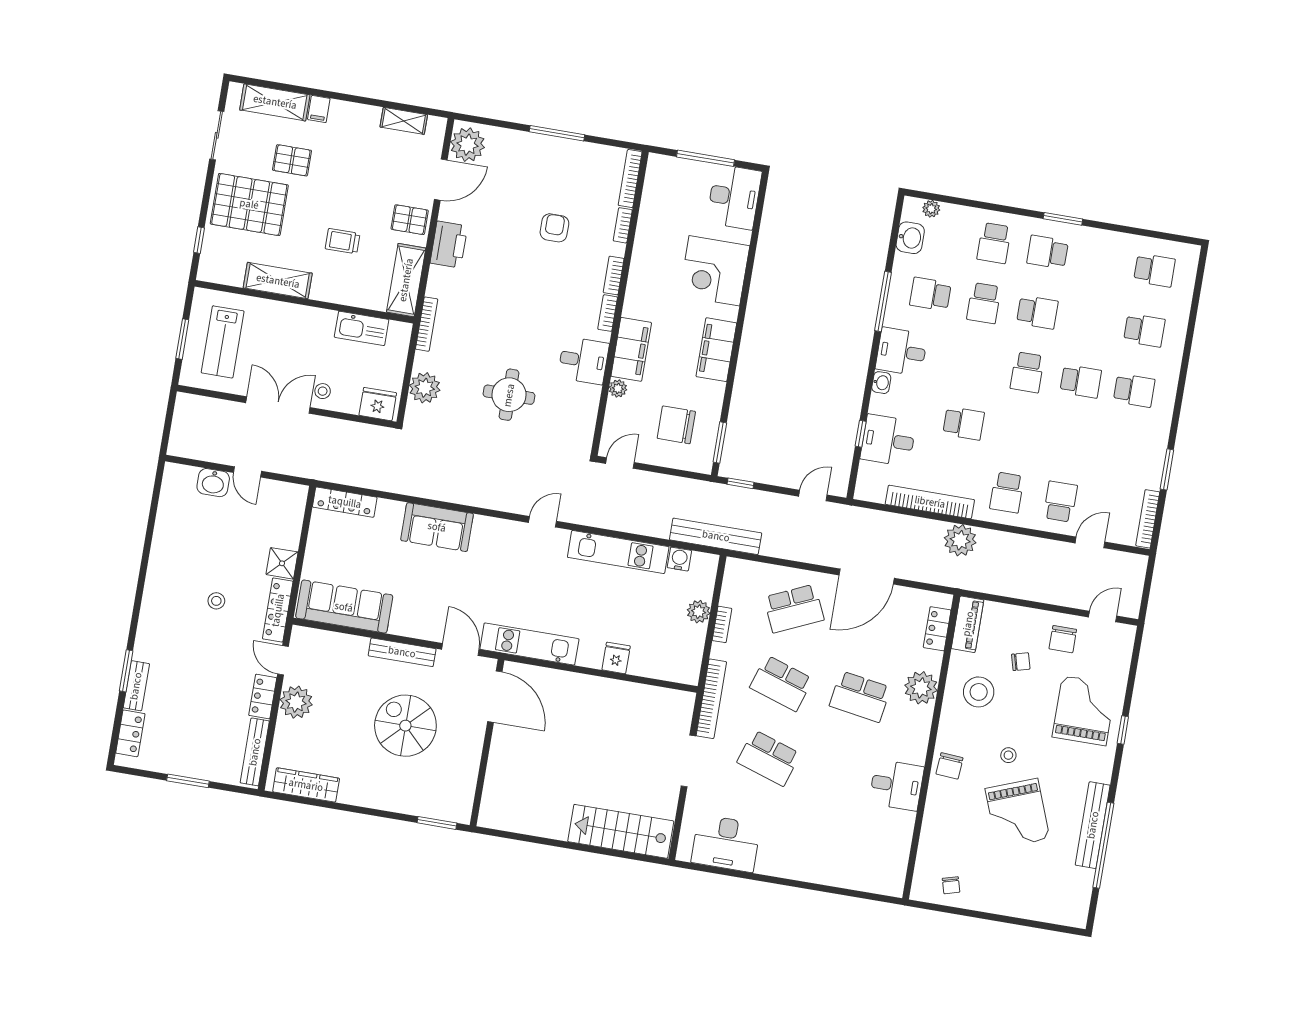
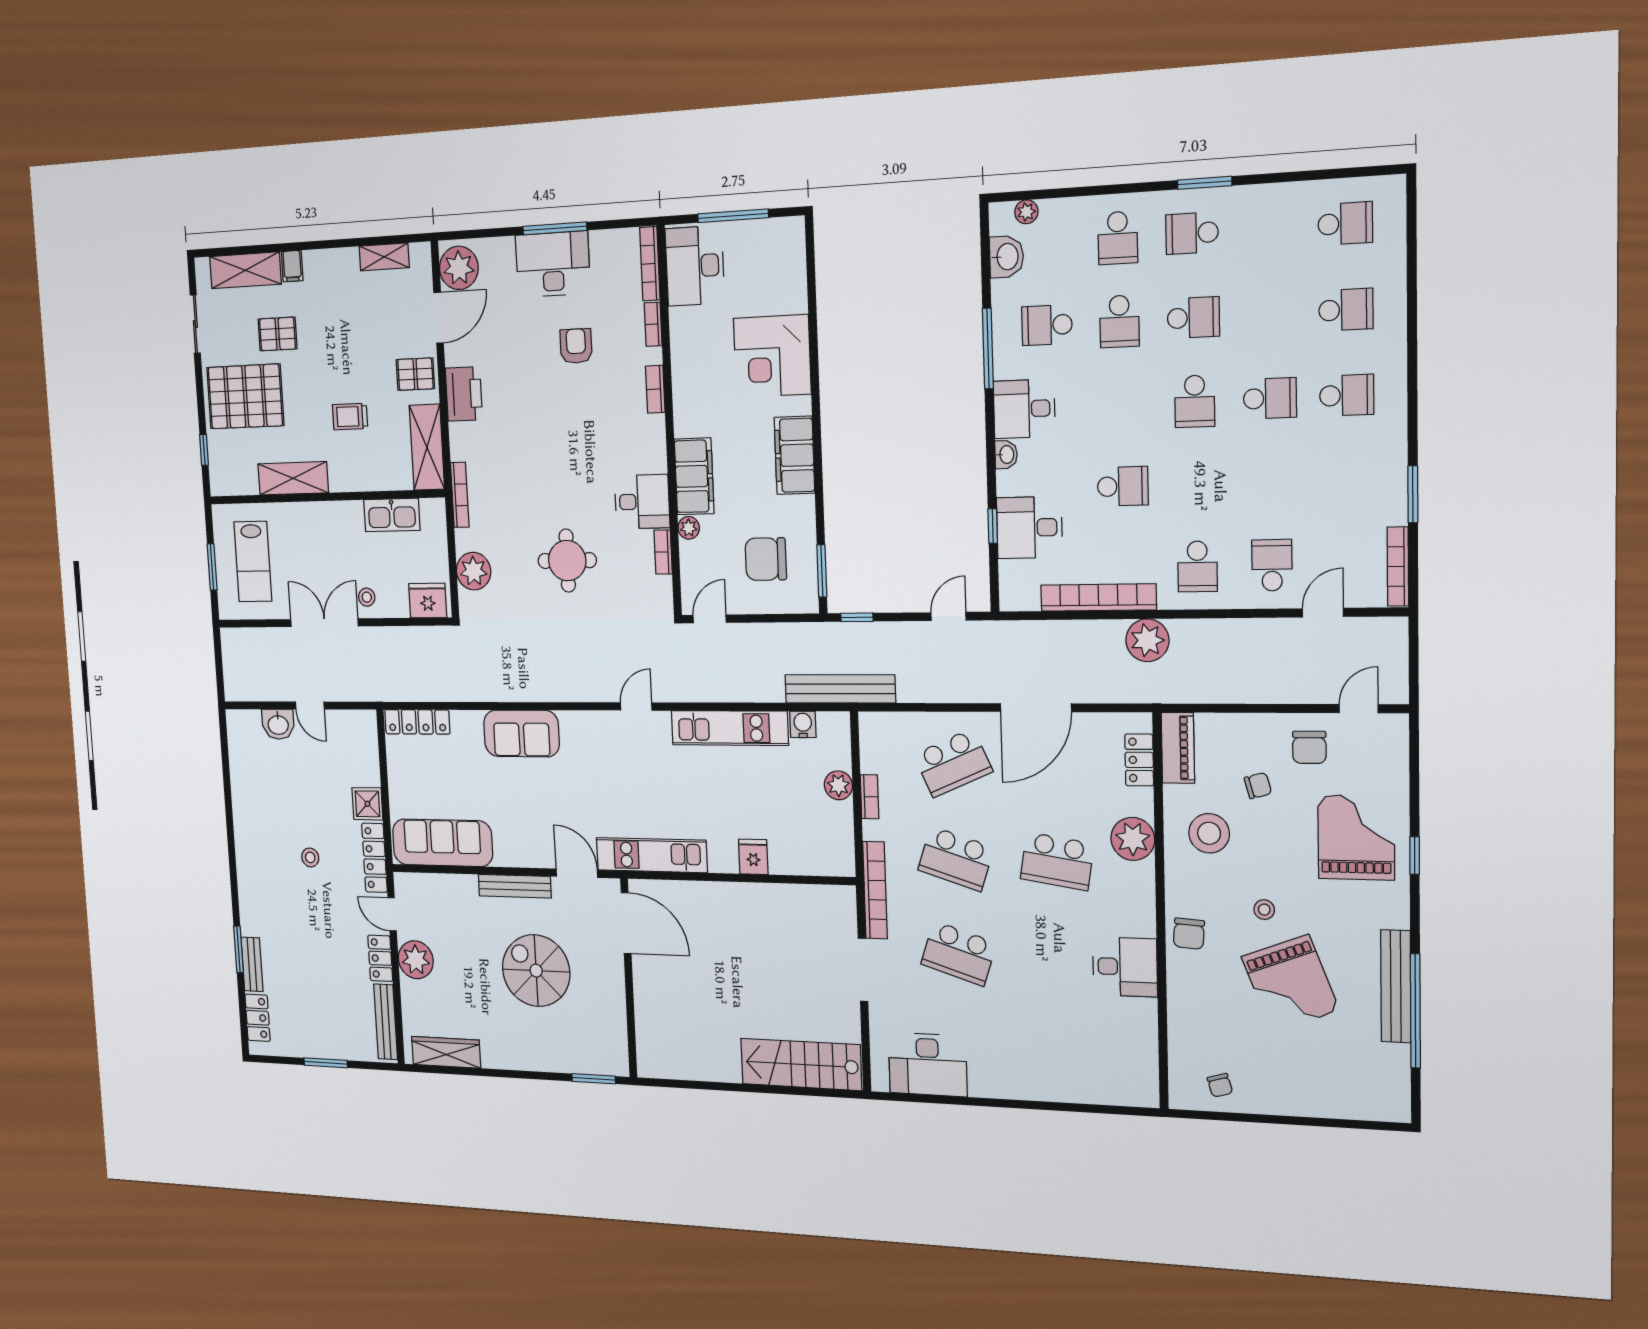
desk: (549, 160) -> (553, 264), added
desk: (734, 197) -> (695, 266), moved, turned 180
bookcase: (608, 313) -> (663, 552), moved

